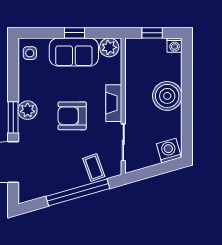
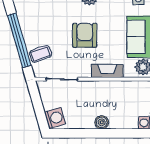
boiler: (167, 96) -> (102, 122), width x0.54, depth x0.54
fireplace: (114, 103) -> (107, 71), moved

